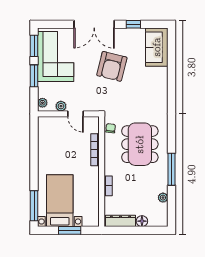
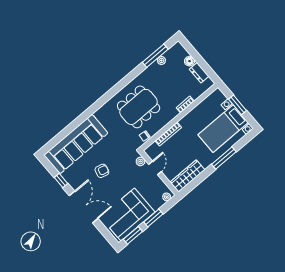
sofa: (157, 47) -> (76, 144), width x1.85, depth x1.27
armchair: (112, 66) -> (102, 171), width x0.53, depth x0.53
plant: (61, 106) -> (140, 161), moved
wardrobe: (45, 136) -> (187, 176), added
window: (172, 169) -> (155, 56), moved
window: (34, 206) -> (224, 158), moved
dresser: (121, 221) -> (199, 73), width x0.70

